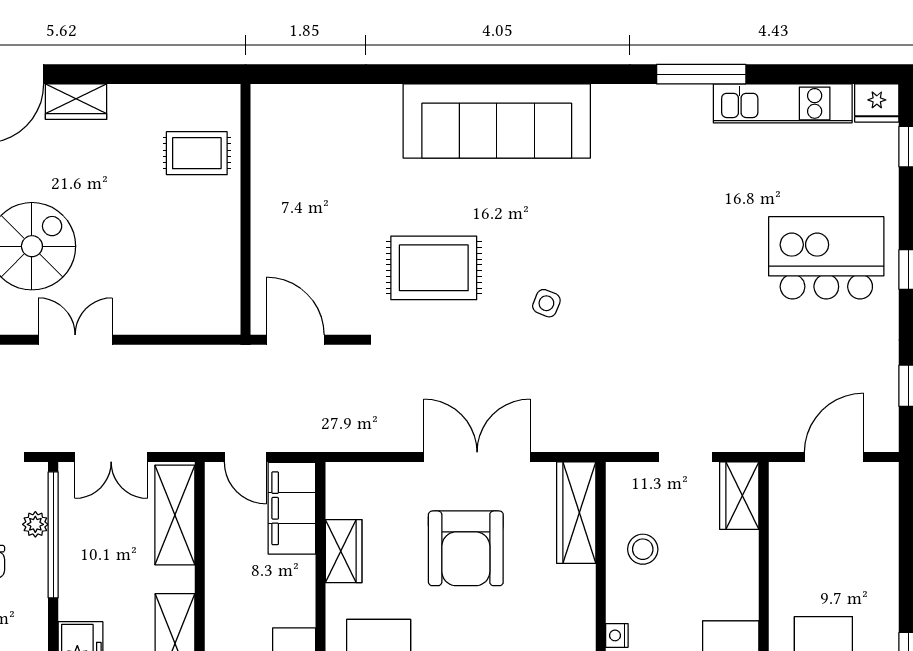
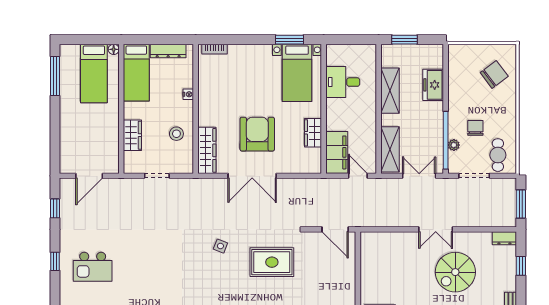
kitchen island: (826, 258) -> (93, 267), width x0.73, depth x0.78
wardrobe: (739, 496) -> (132, 135), moved

